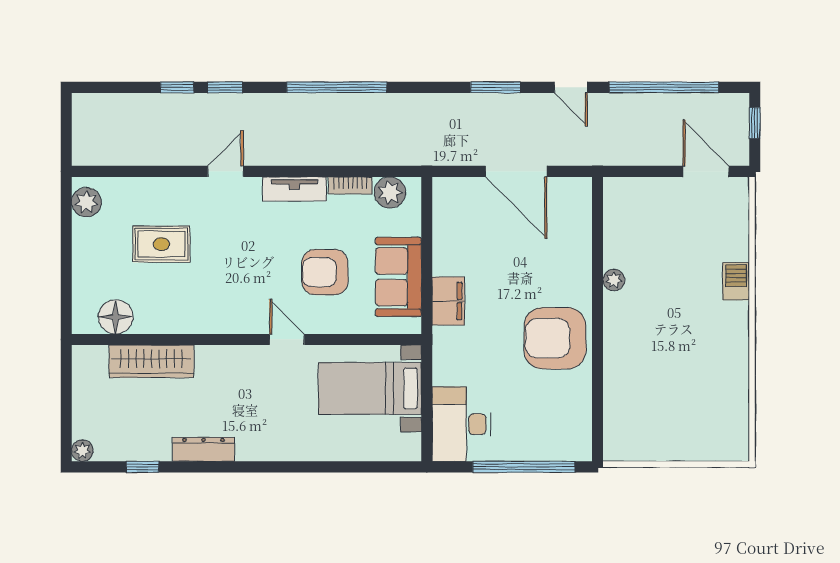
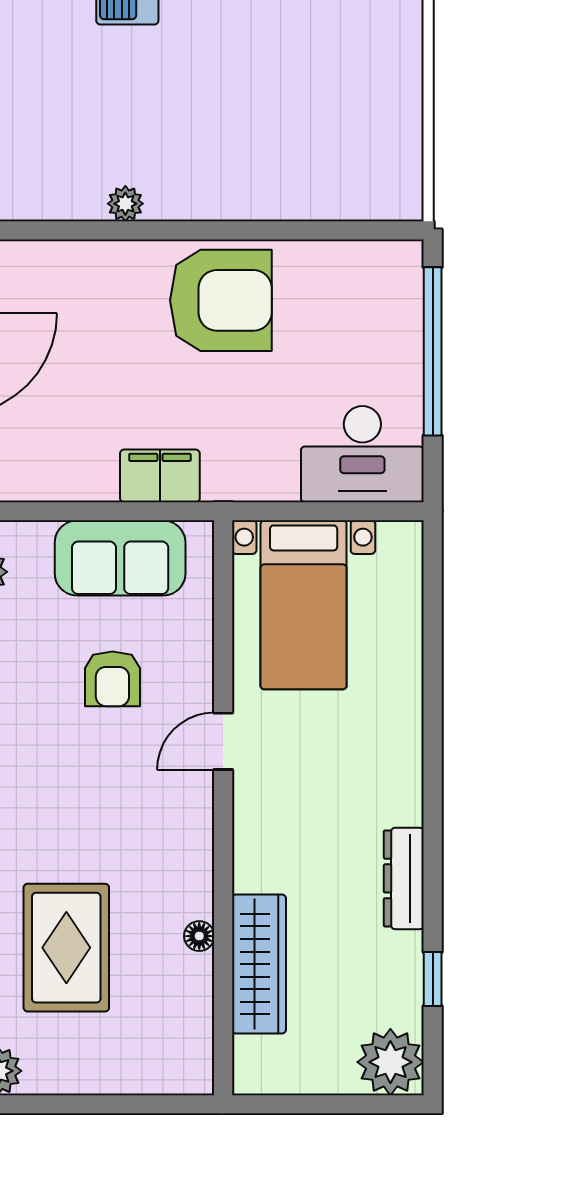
rug: (161, 244) -> (66, 948), width x1.36, depth x1.43
armchair: (325, 272) -> (112, 679), width x0.72, depth x0.72
floor lamp: (116, 317) -> (199, 936), moved, width x0.53, depth x0.53
armchair: (555, 338) -> (221, 300), turned -90
plant: (82, 451) -> (390, 1062), width x1.88, depth x1.88

